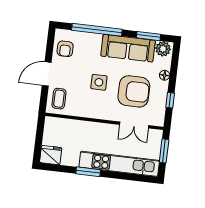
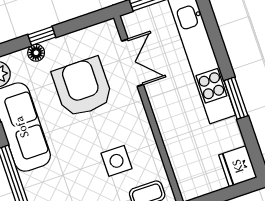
side table: (99, 82) -> (117, 161), moved
window: (170, 100) -> (42, 36), moved

